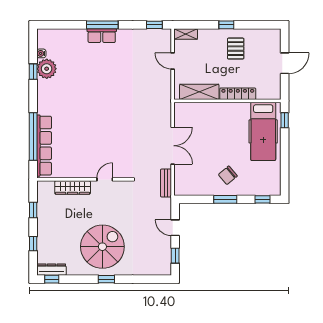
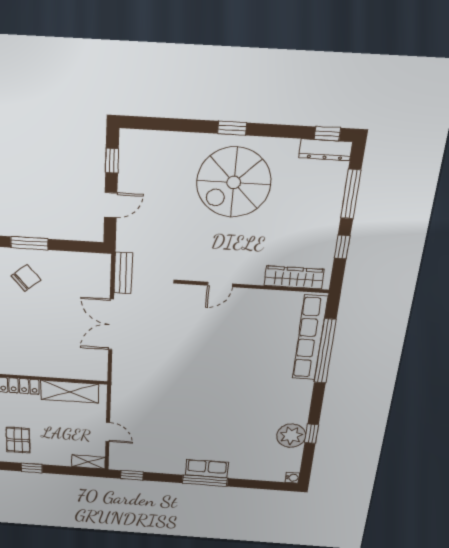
water cooler: (41, 53) -> (292, 478), moved
wardrobe: (73, 188) -> (294, 277), moved
door: (175, 228) -> (111, 205), hinge flipped
window: (33, 244) -> (351, 194), width x2.17

